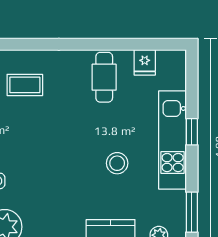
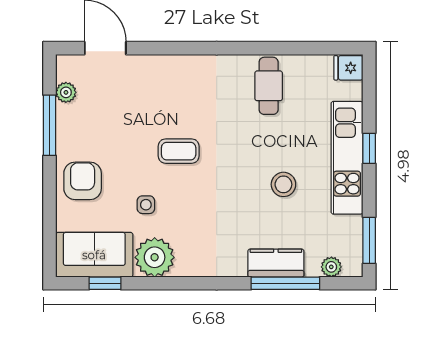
fridge: (145, 62) -> (348, 68), moved, turned 90
coffee table: (25, 85) -> (179, 151), moved

